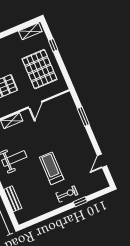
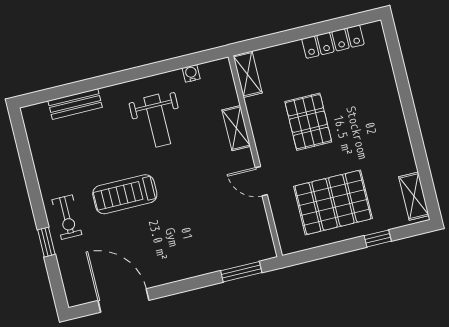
window: (83, 116) -> (241, 272), moved
door: (102, 161) -> (124, 300), width x1.88
treadmill: (52, 168) -> (125, 194), turned 180

